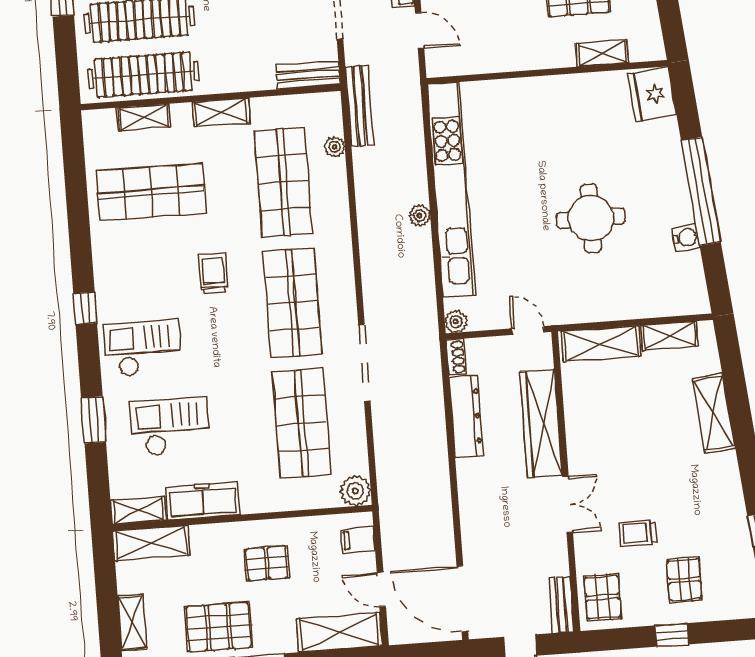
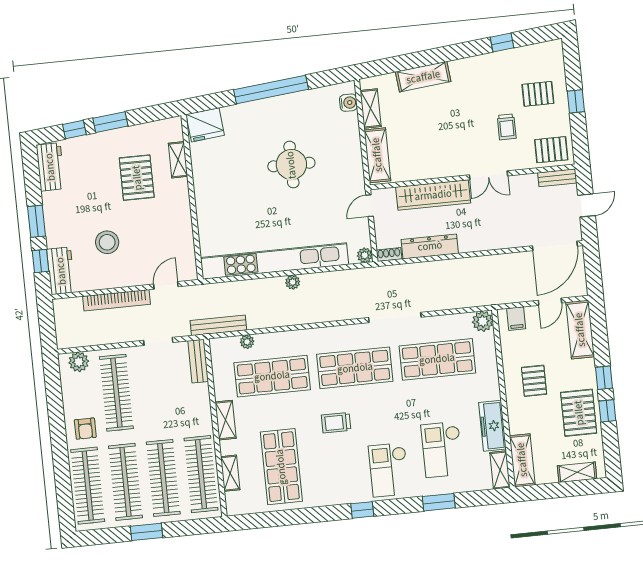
water cooler: (686, 238) -> (348, 103), moved, turned 96
double door: (568, 505) -> (488, 175), swing flipped

